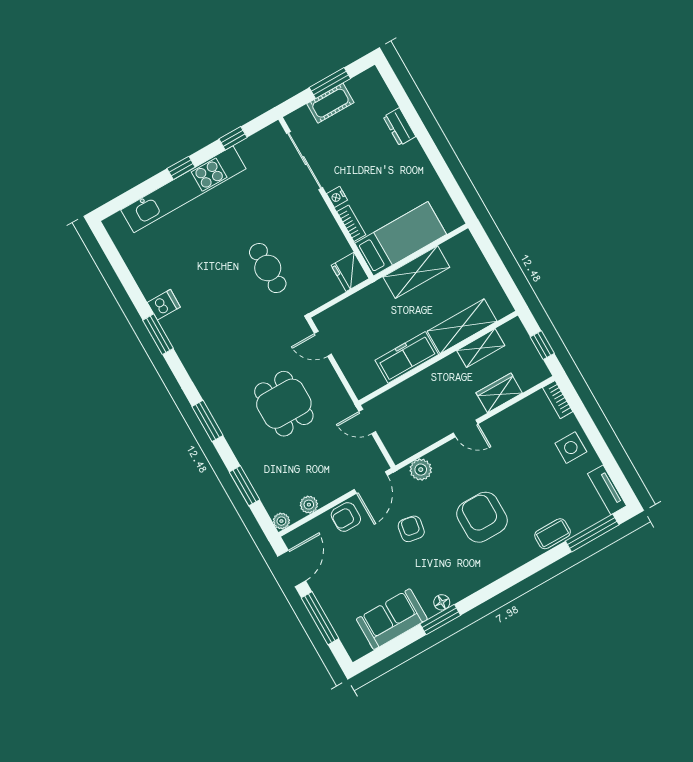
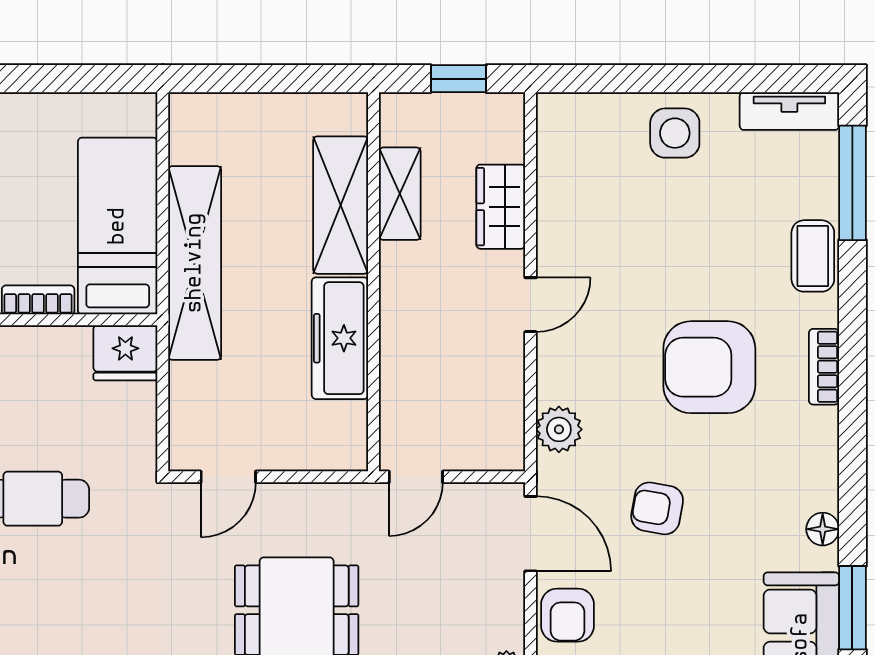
shelving: (416, 272) -> (195, 263), width x1.47
bookcase: (558, 400) -> (824, 367), moved, turned 90
window: (440, 620) -> (852, 608), moved

